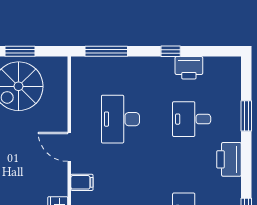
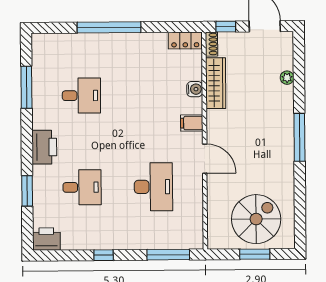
printer: (189, 68) -> (46, 239), moved

